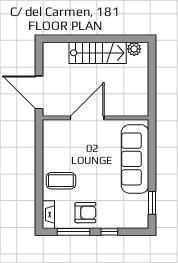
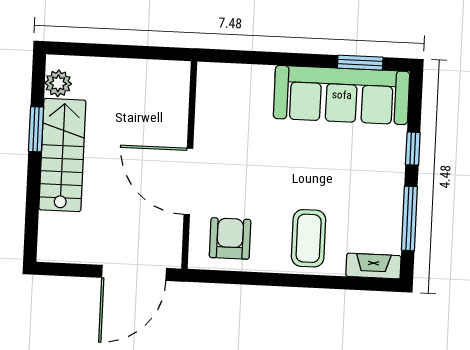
window: (110, 39) -> (36, 129), added
sofa: (135, 159) -> (342, 95), moved
armchair: (85, 213) -> (230, 238), moved

